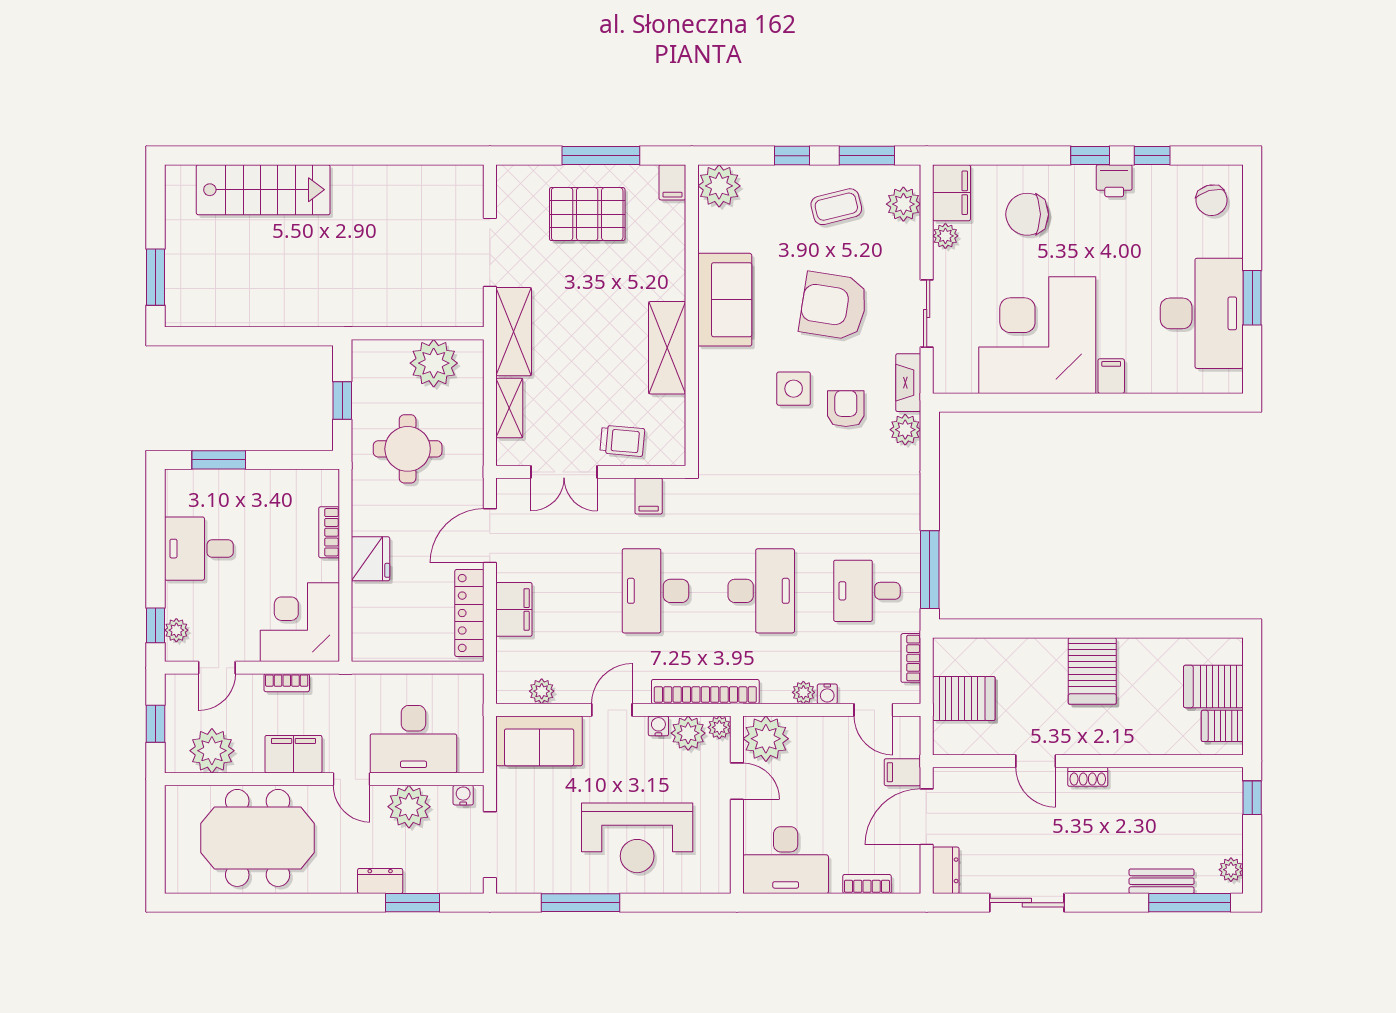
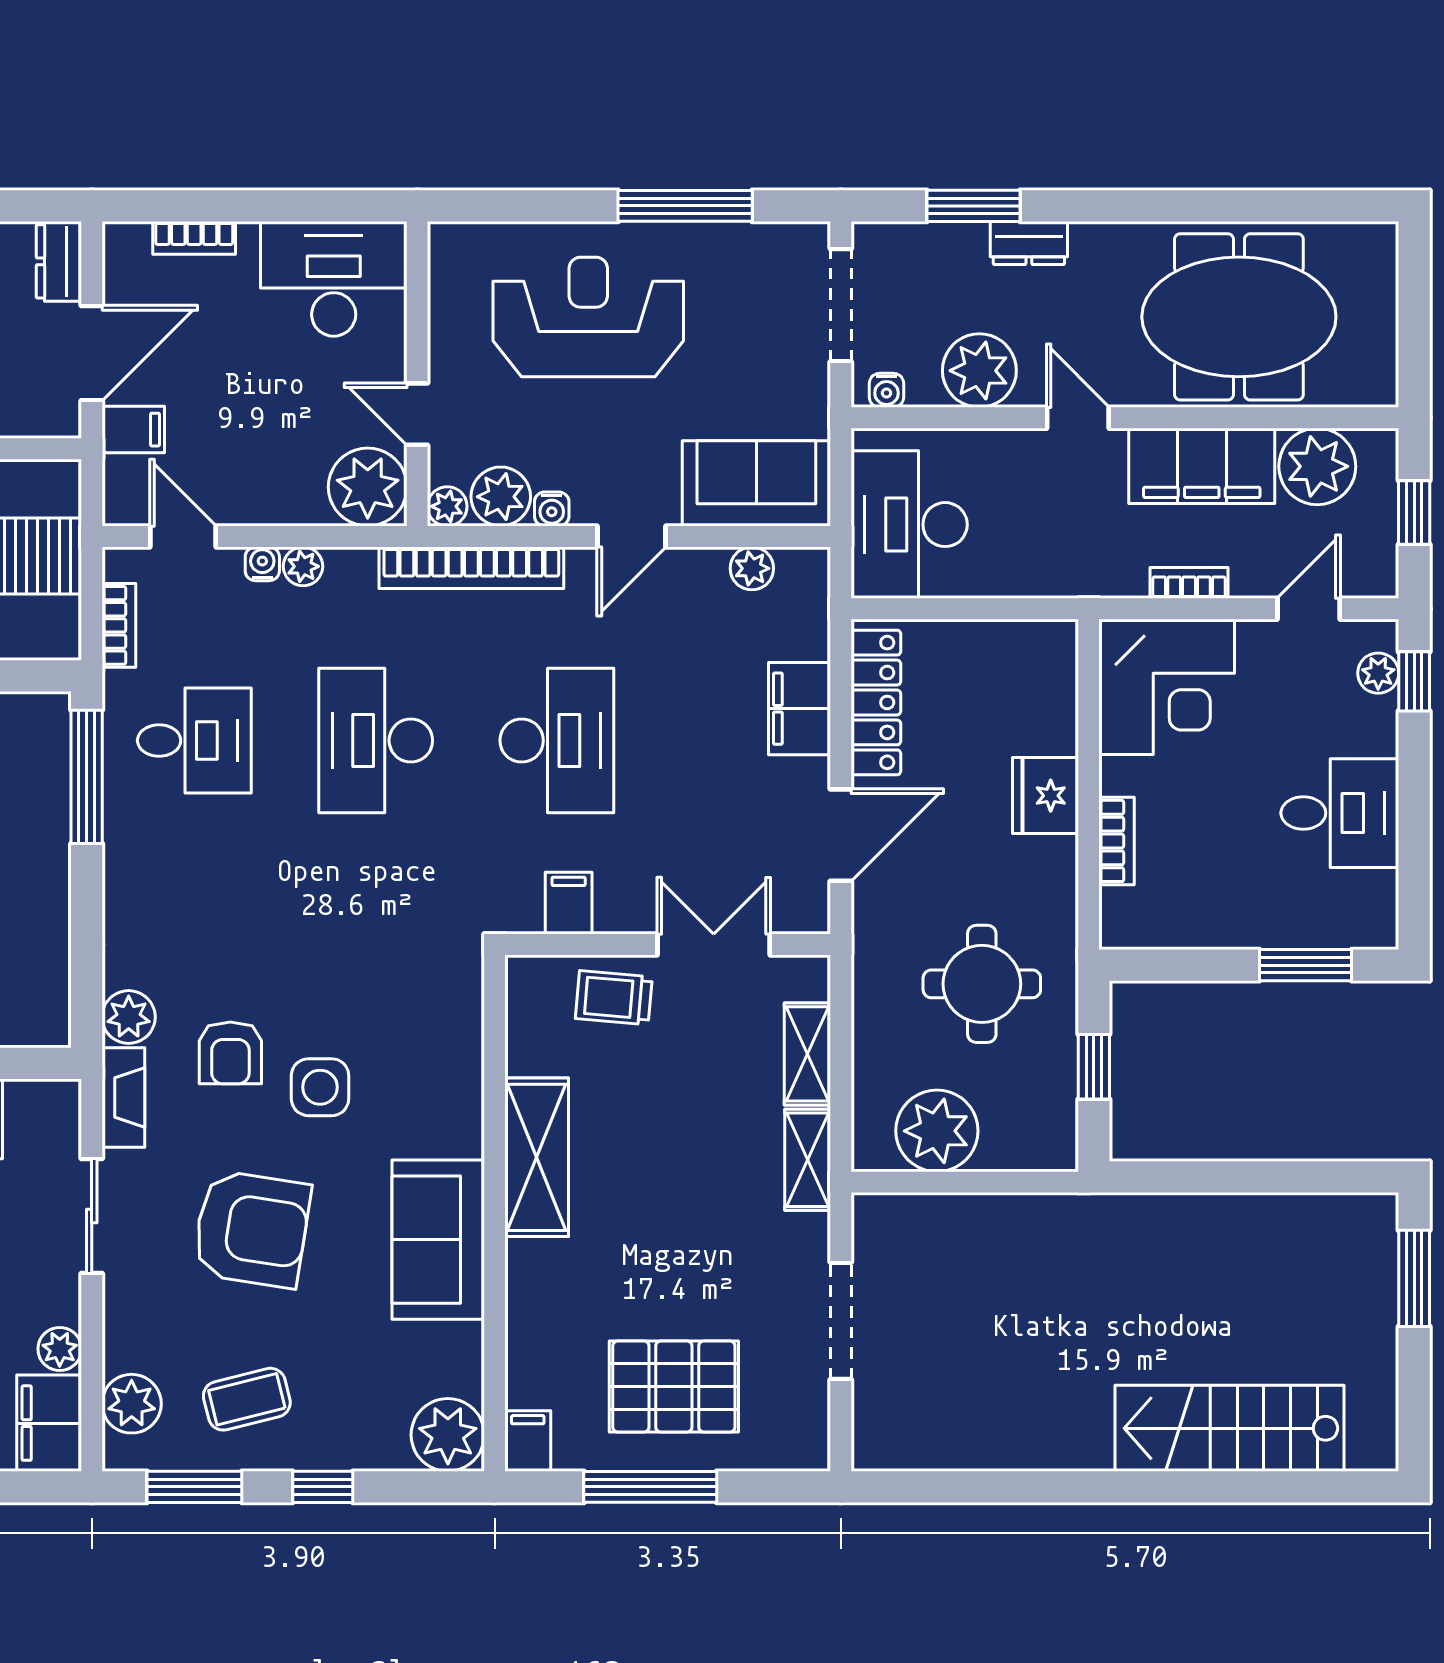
shelving: (514, 332) -> (808, 1160), width x0.67, depth x0.75
desk: (413, 739) -> (909, 525), moved, turned -90
filing cabinet: (293, 754) -> (1202, 466), width x1.50, depth x1.17

